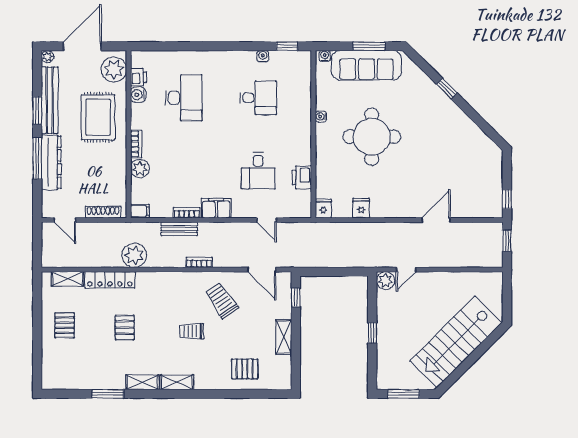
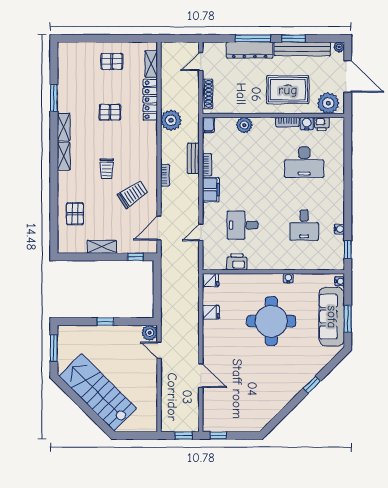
bookcase: (136, 144) -> (287, 122), moved
trolley: (192, 331) -> (107, 169), turned 180

